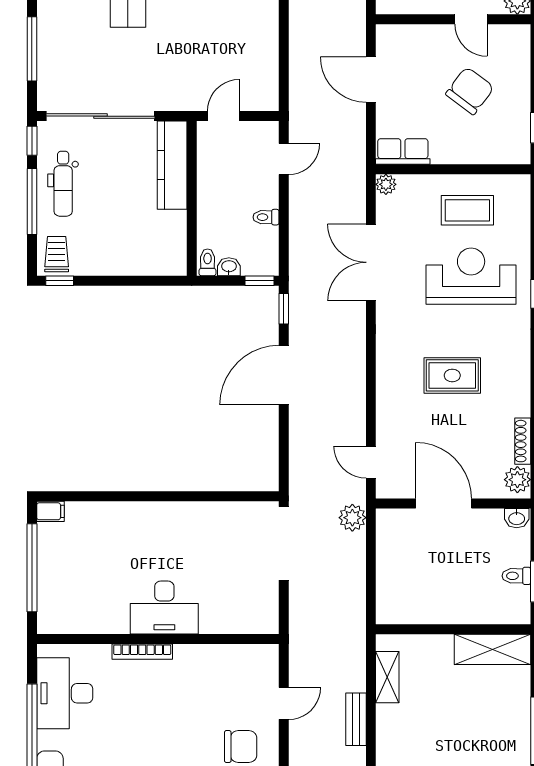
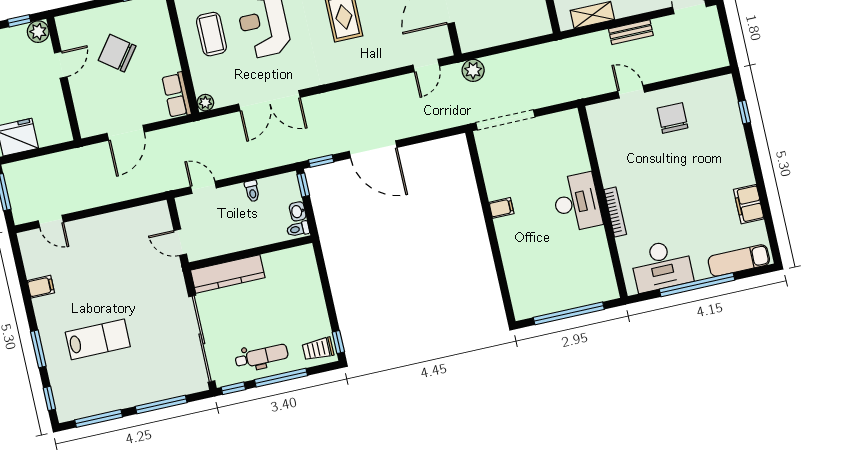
filing cabinet: (50, 511) -> (501, 208), moved, turned 90

